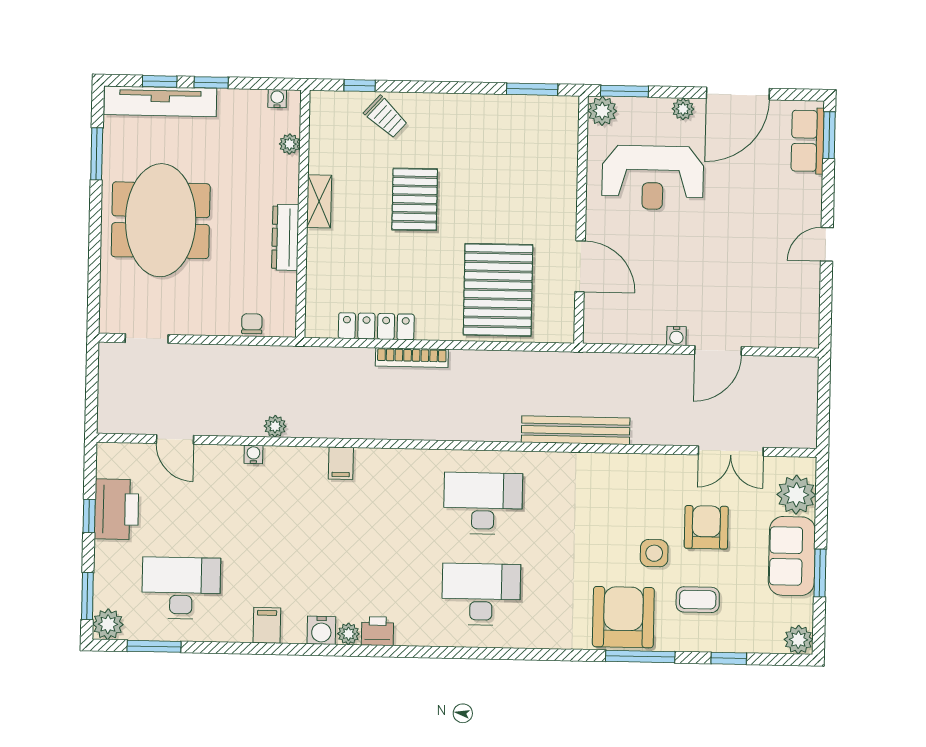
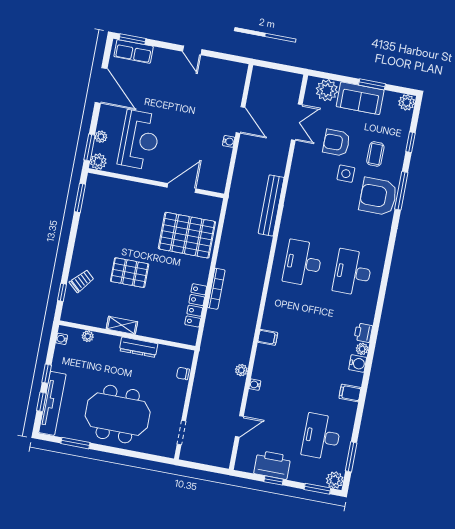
plant: (683, 109) -> (101, 137), moved

